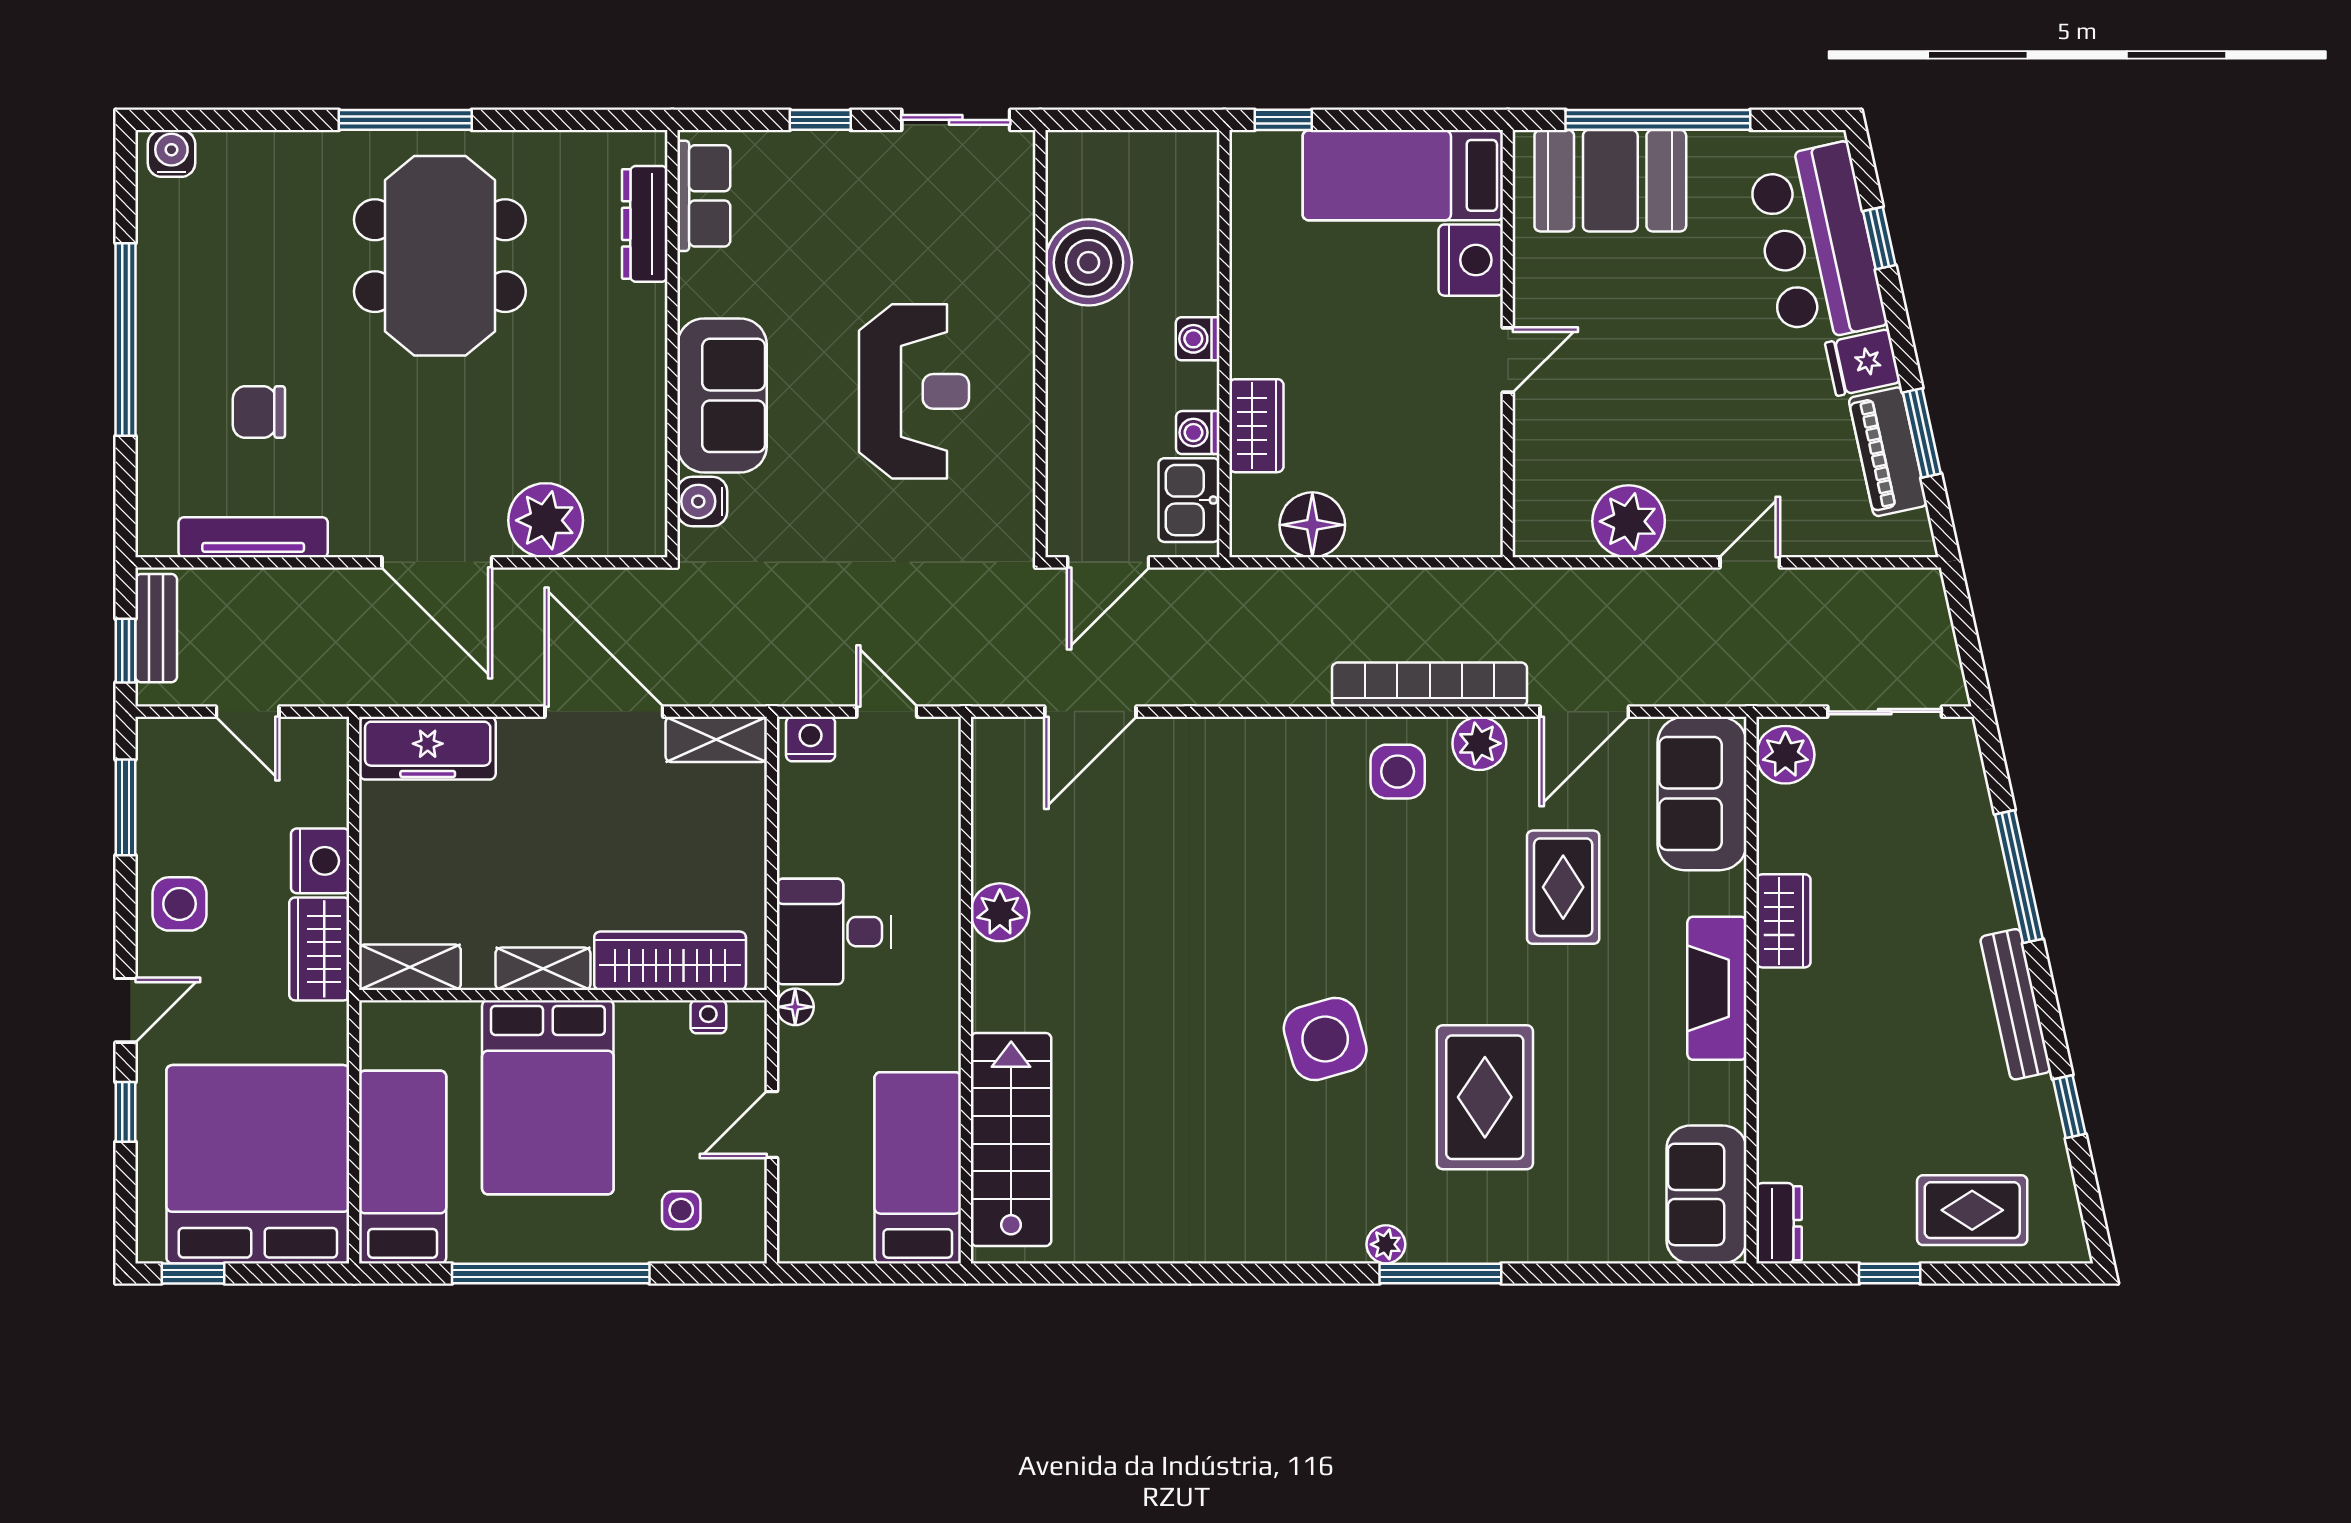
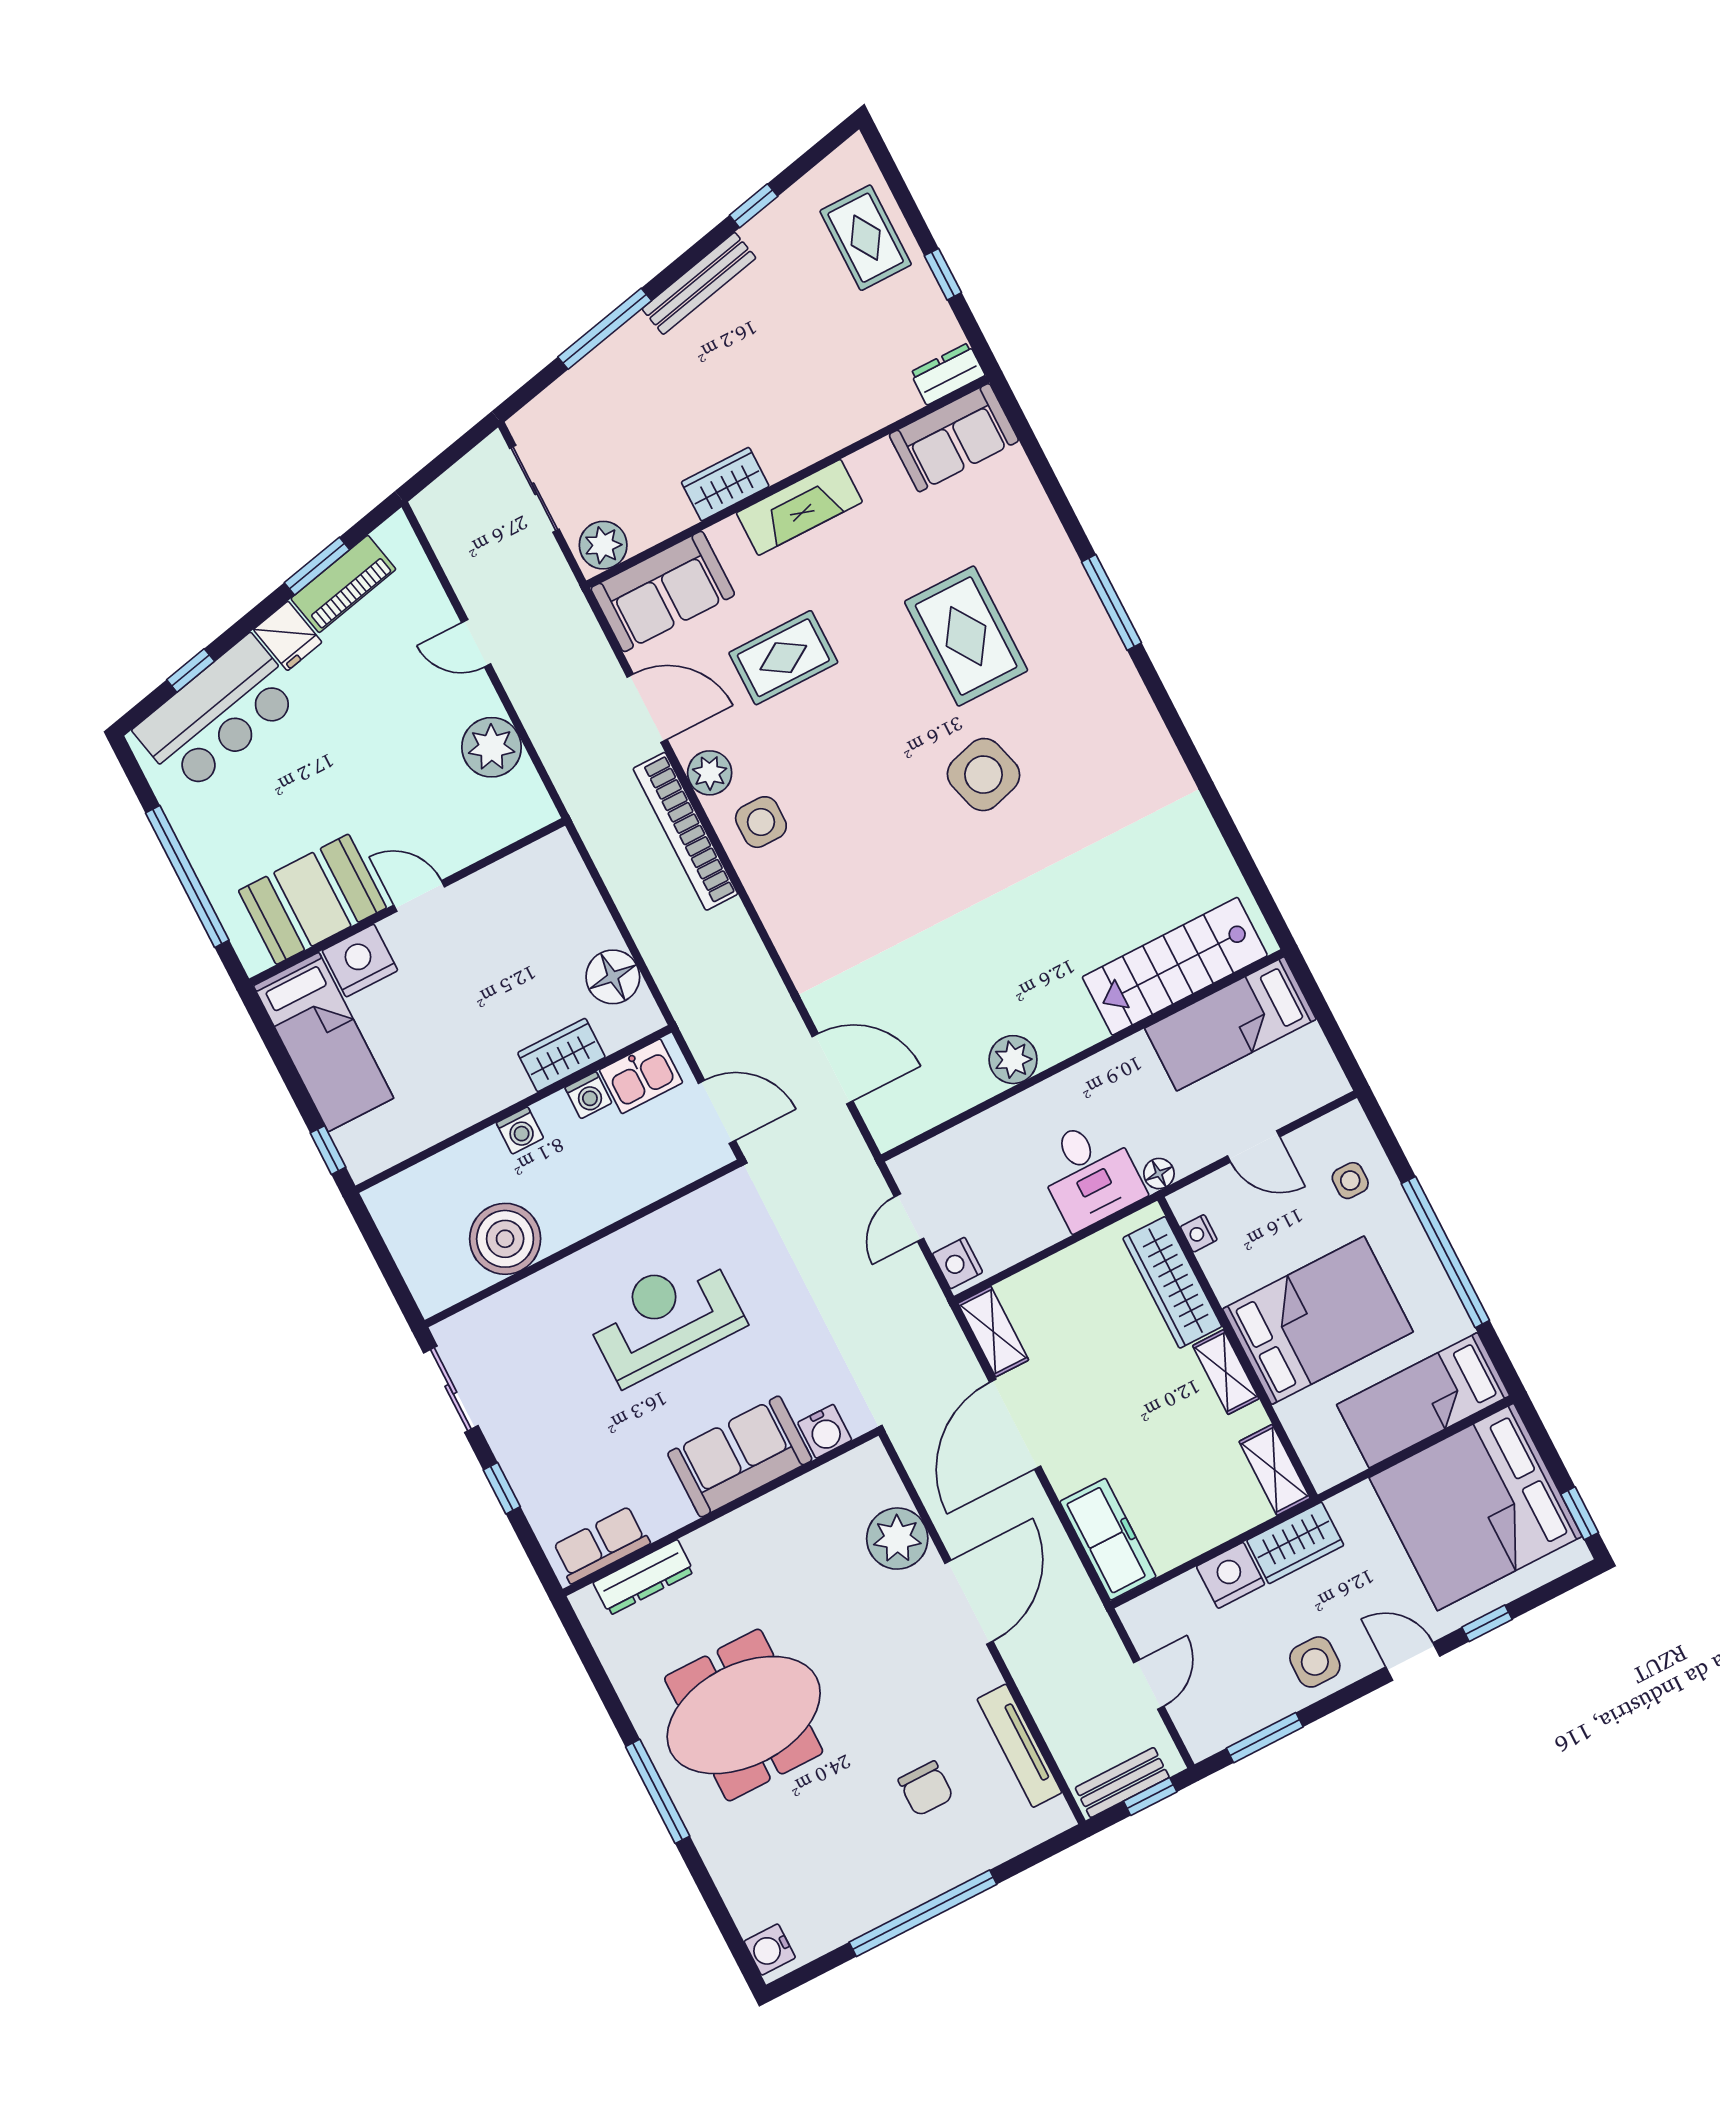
booth: (1610, 181) -> (312, 899), moved, turned 90
rug: (1485, 1097) -> (966, 636), turned 90
plant: (1386, 1244) -> (1111, 653), removed

